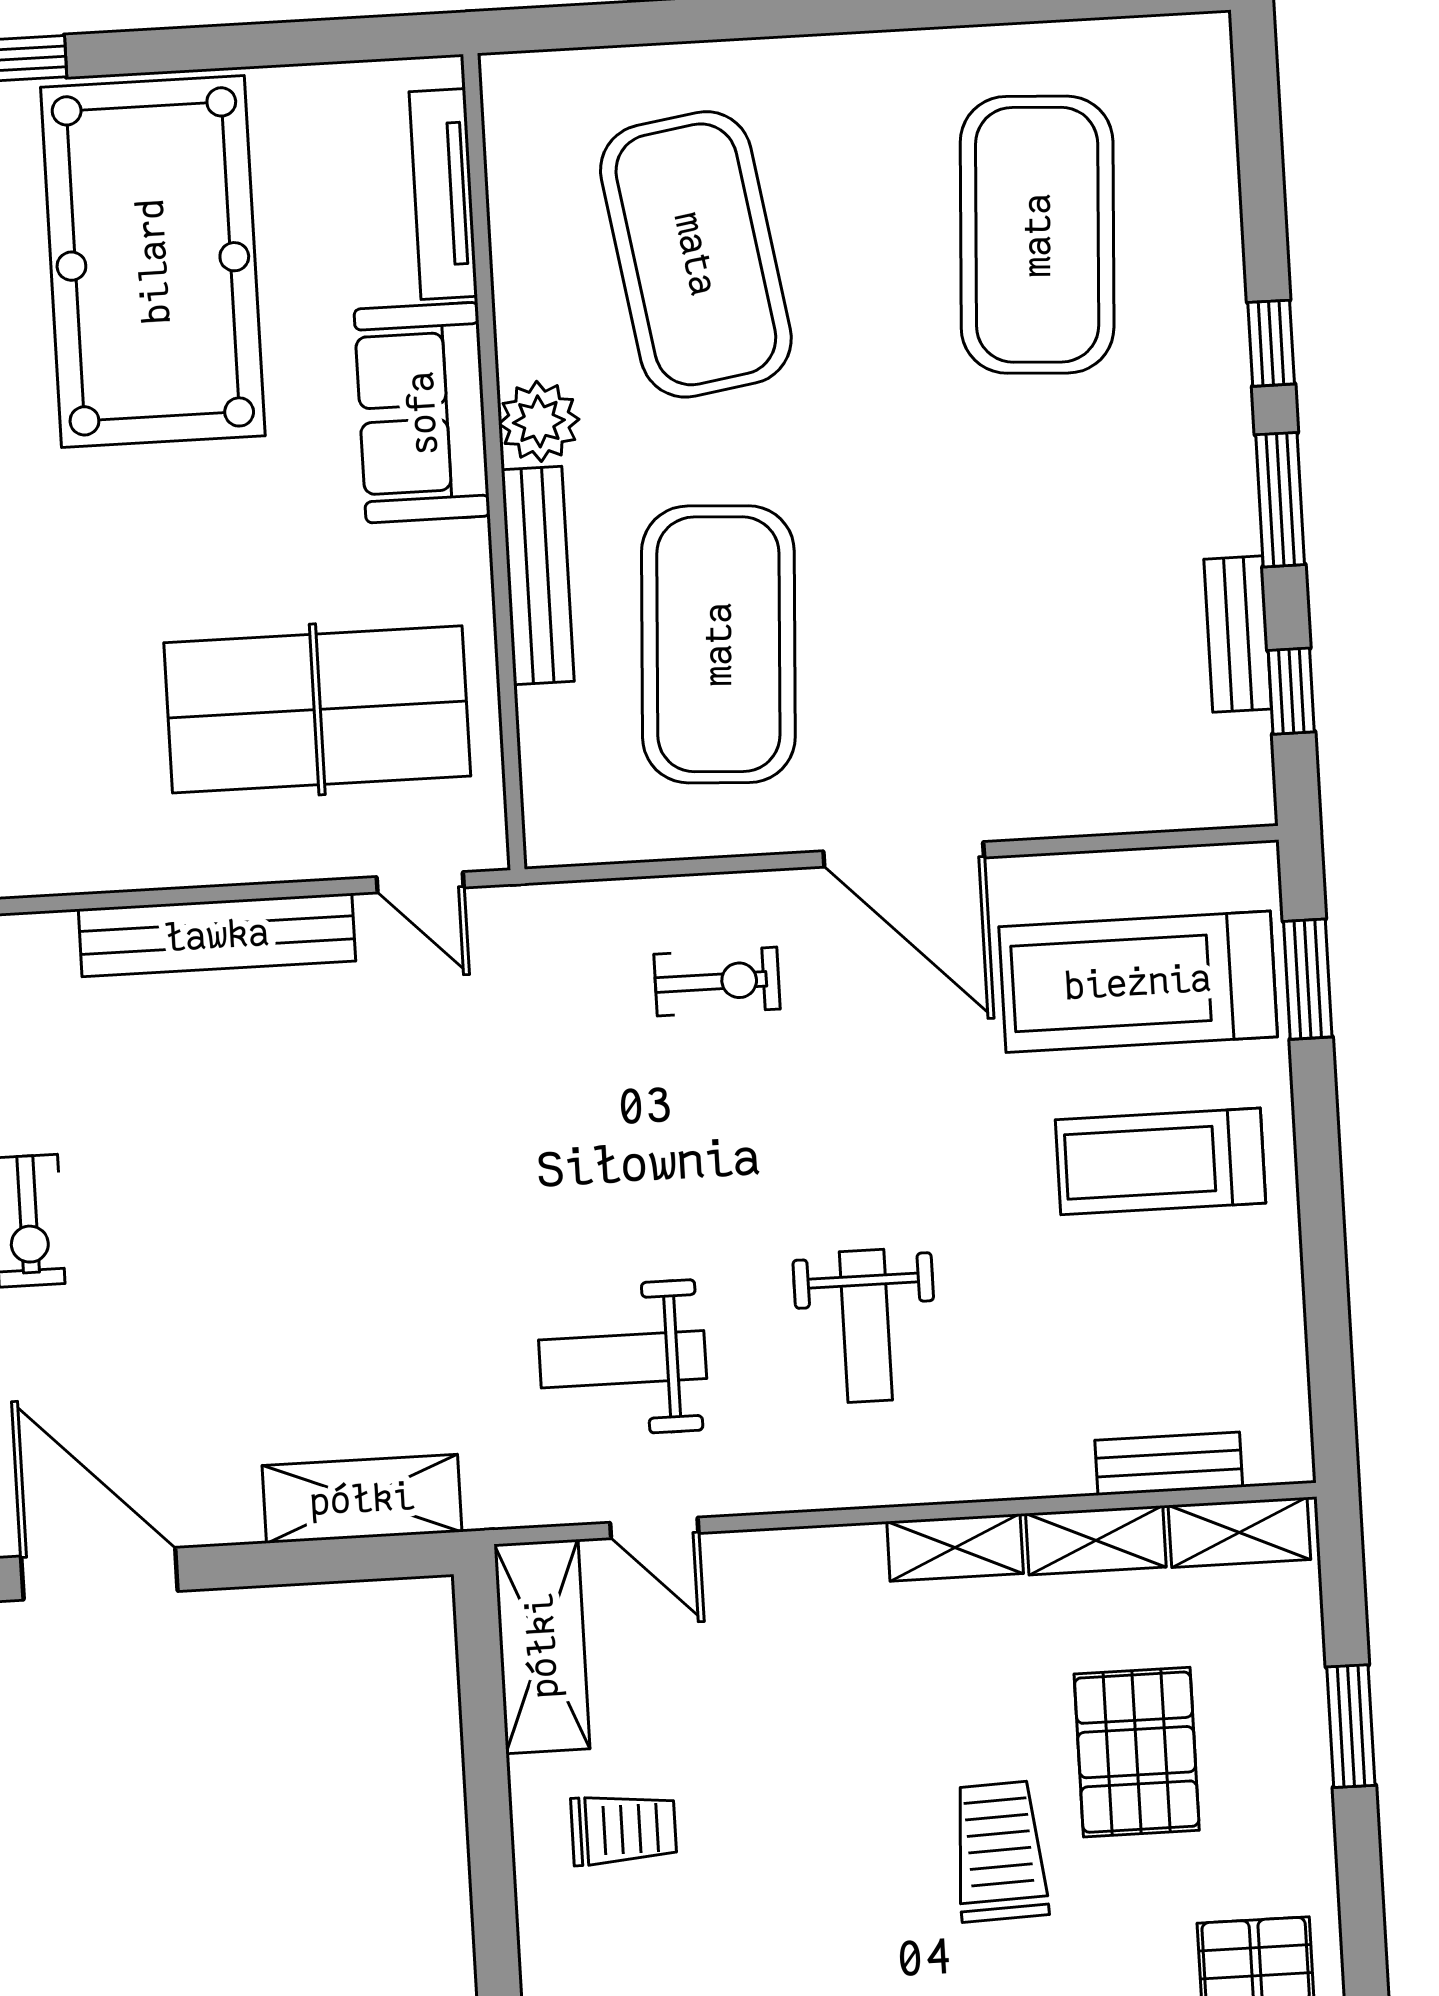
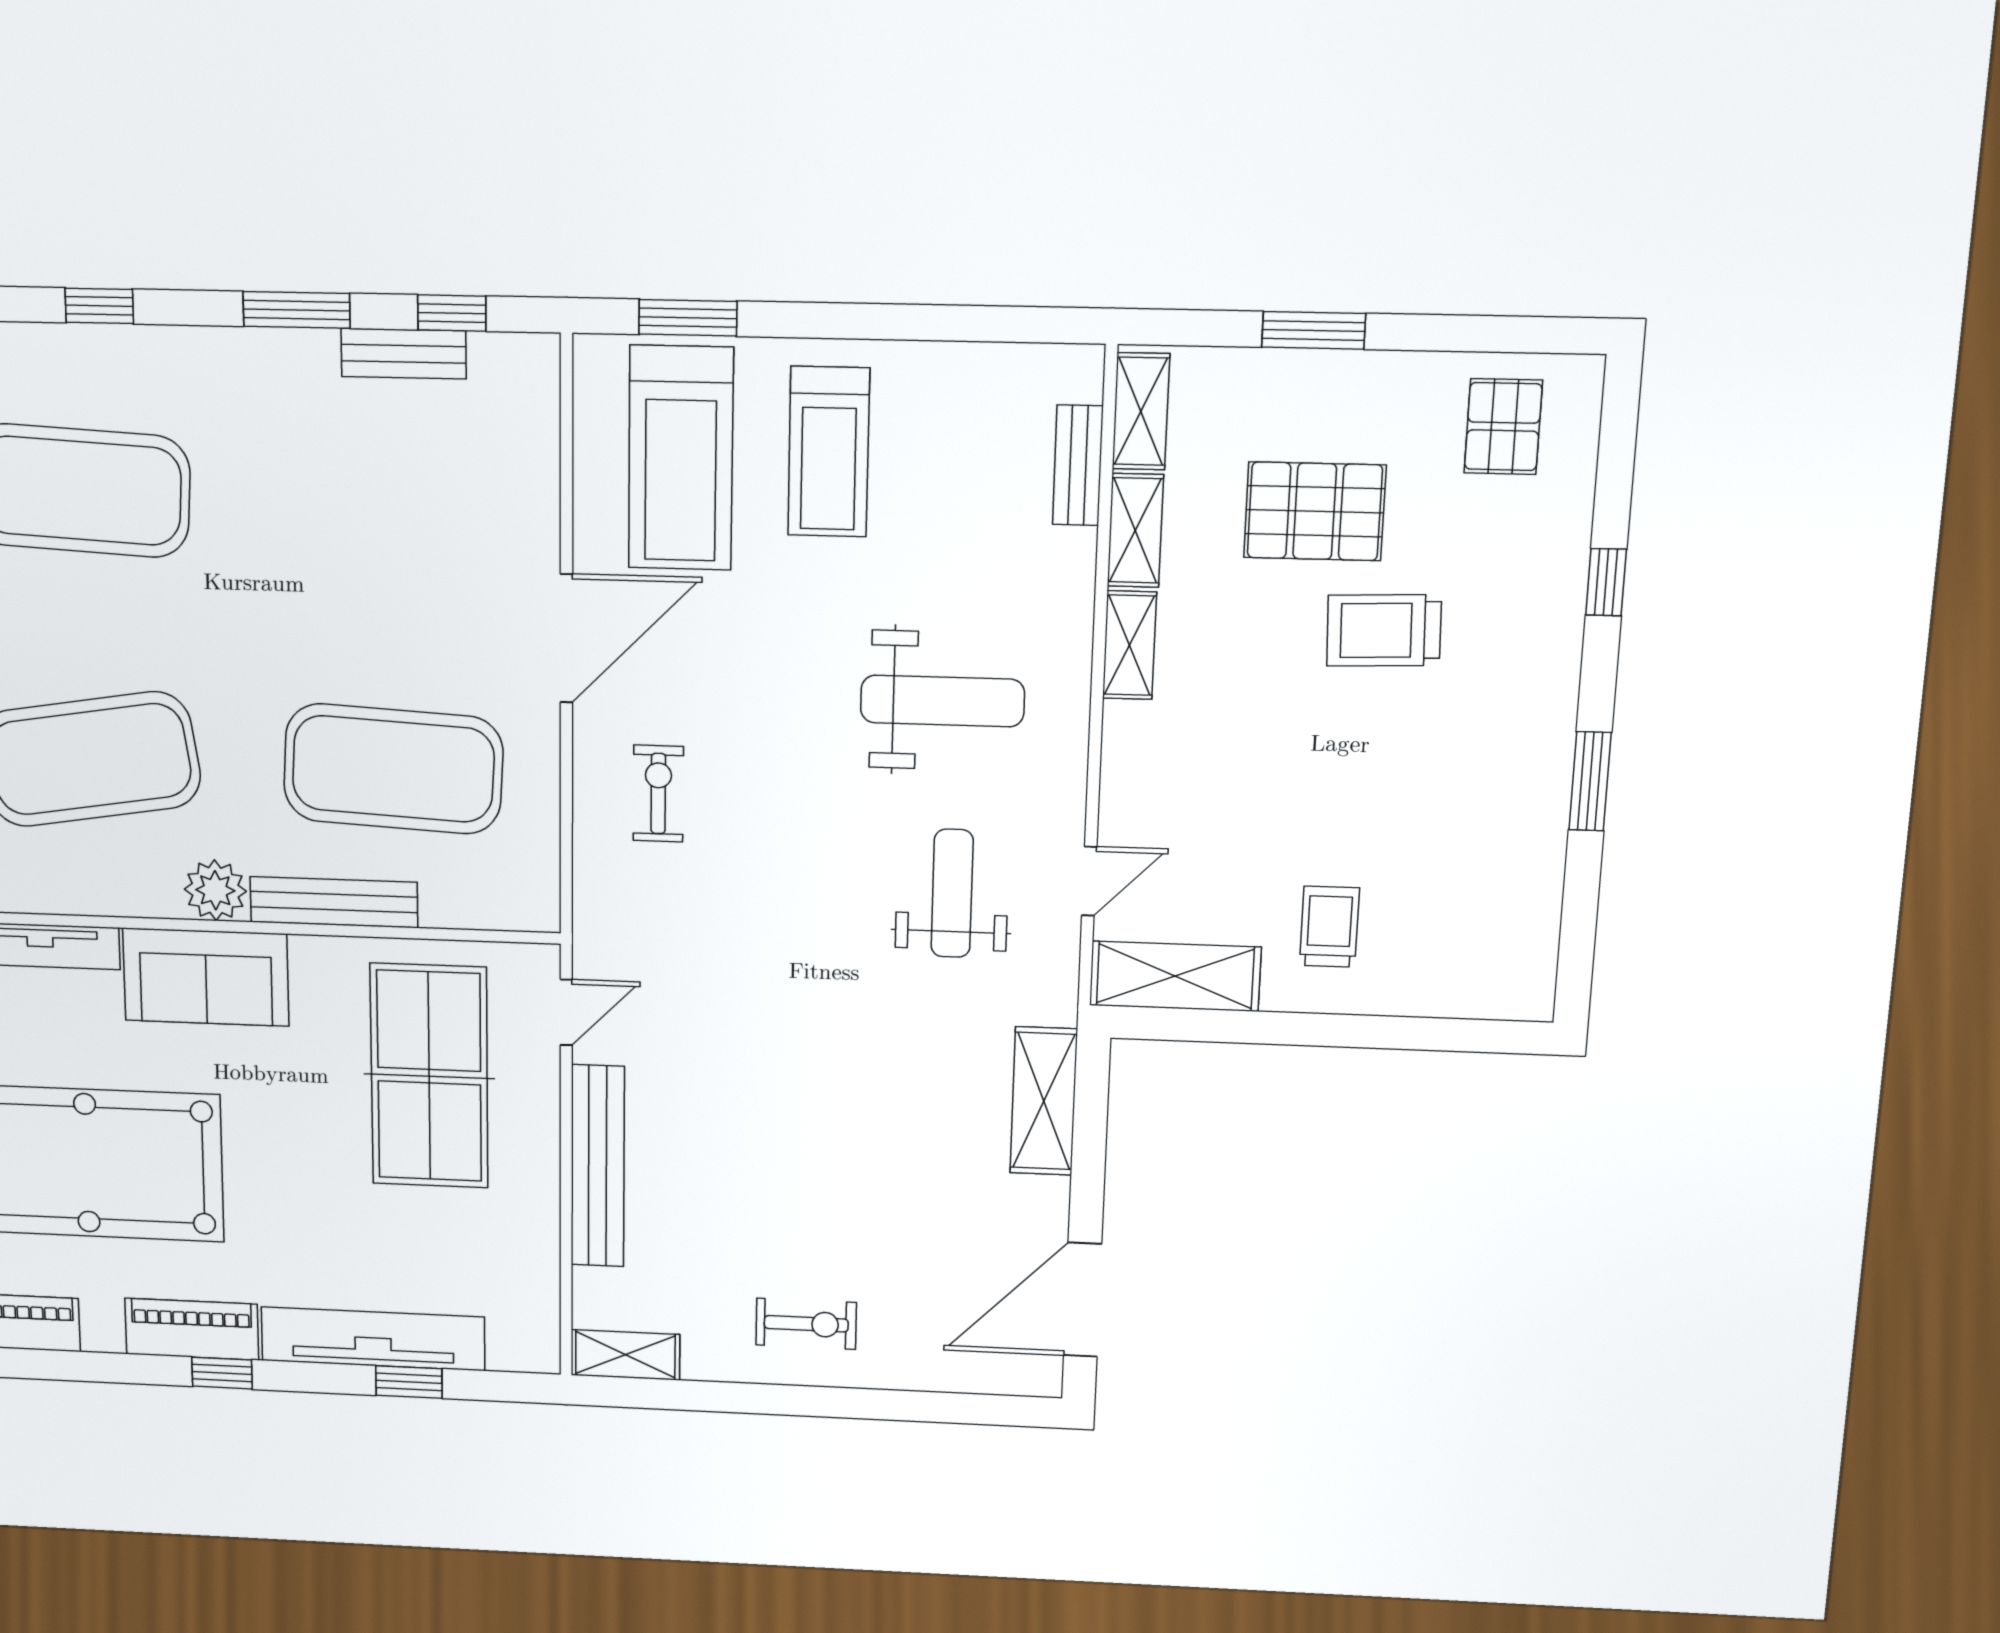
window: (1271, 343) -> (99, 306), moved
weight bench: (866, 1326) -> (942, 701), width x1.36, depth x1.33
weight bench: (623, 1359) -> (952, 893), turned 180

